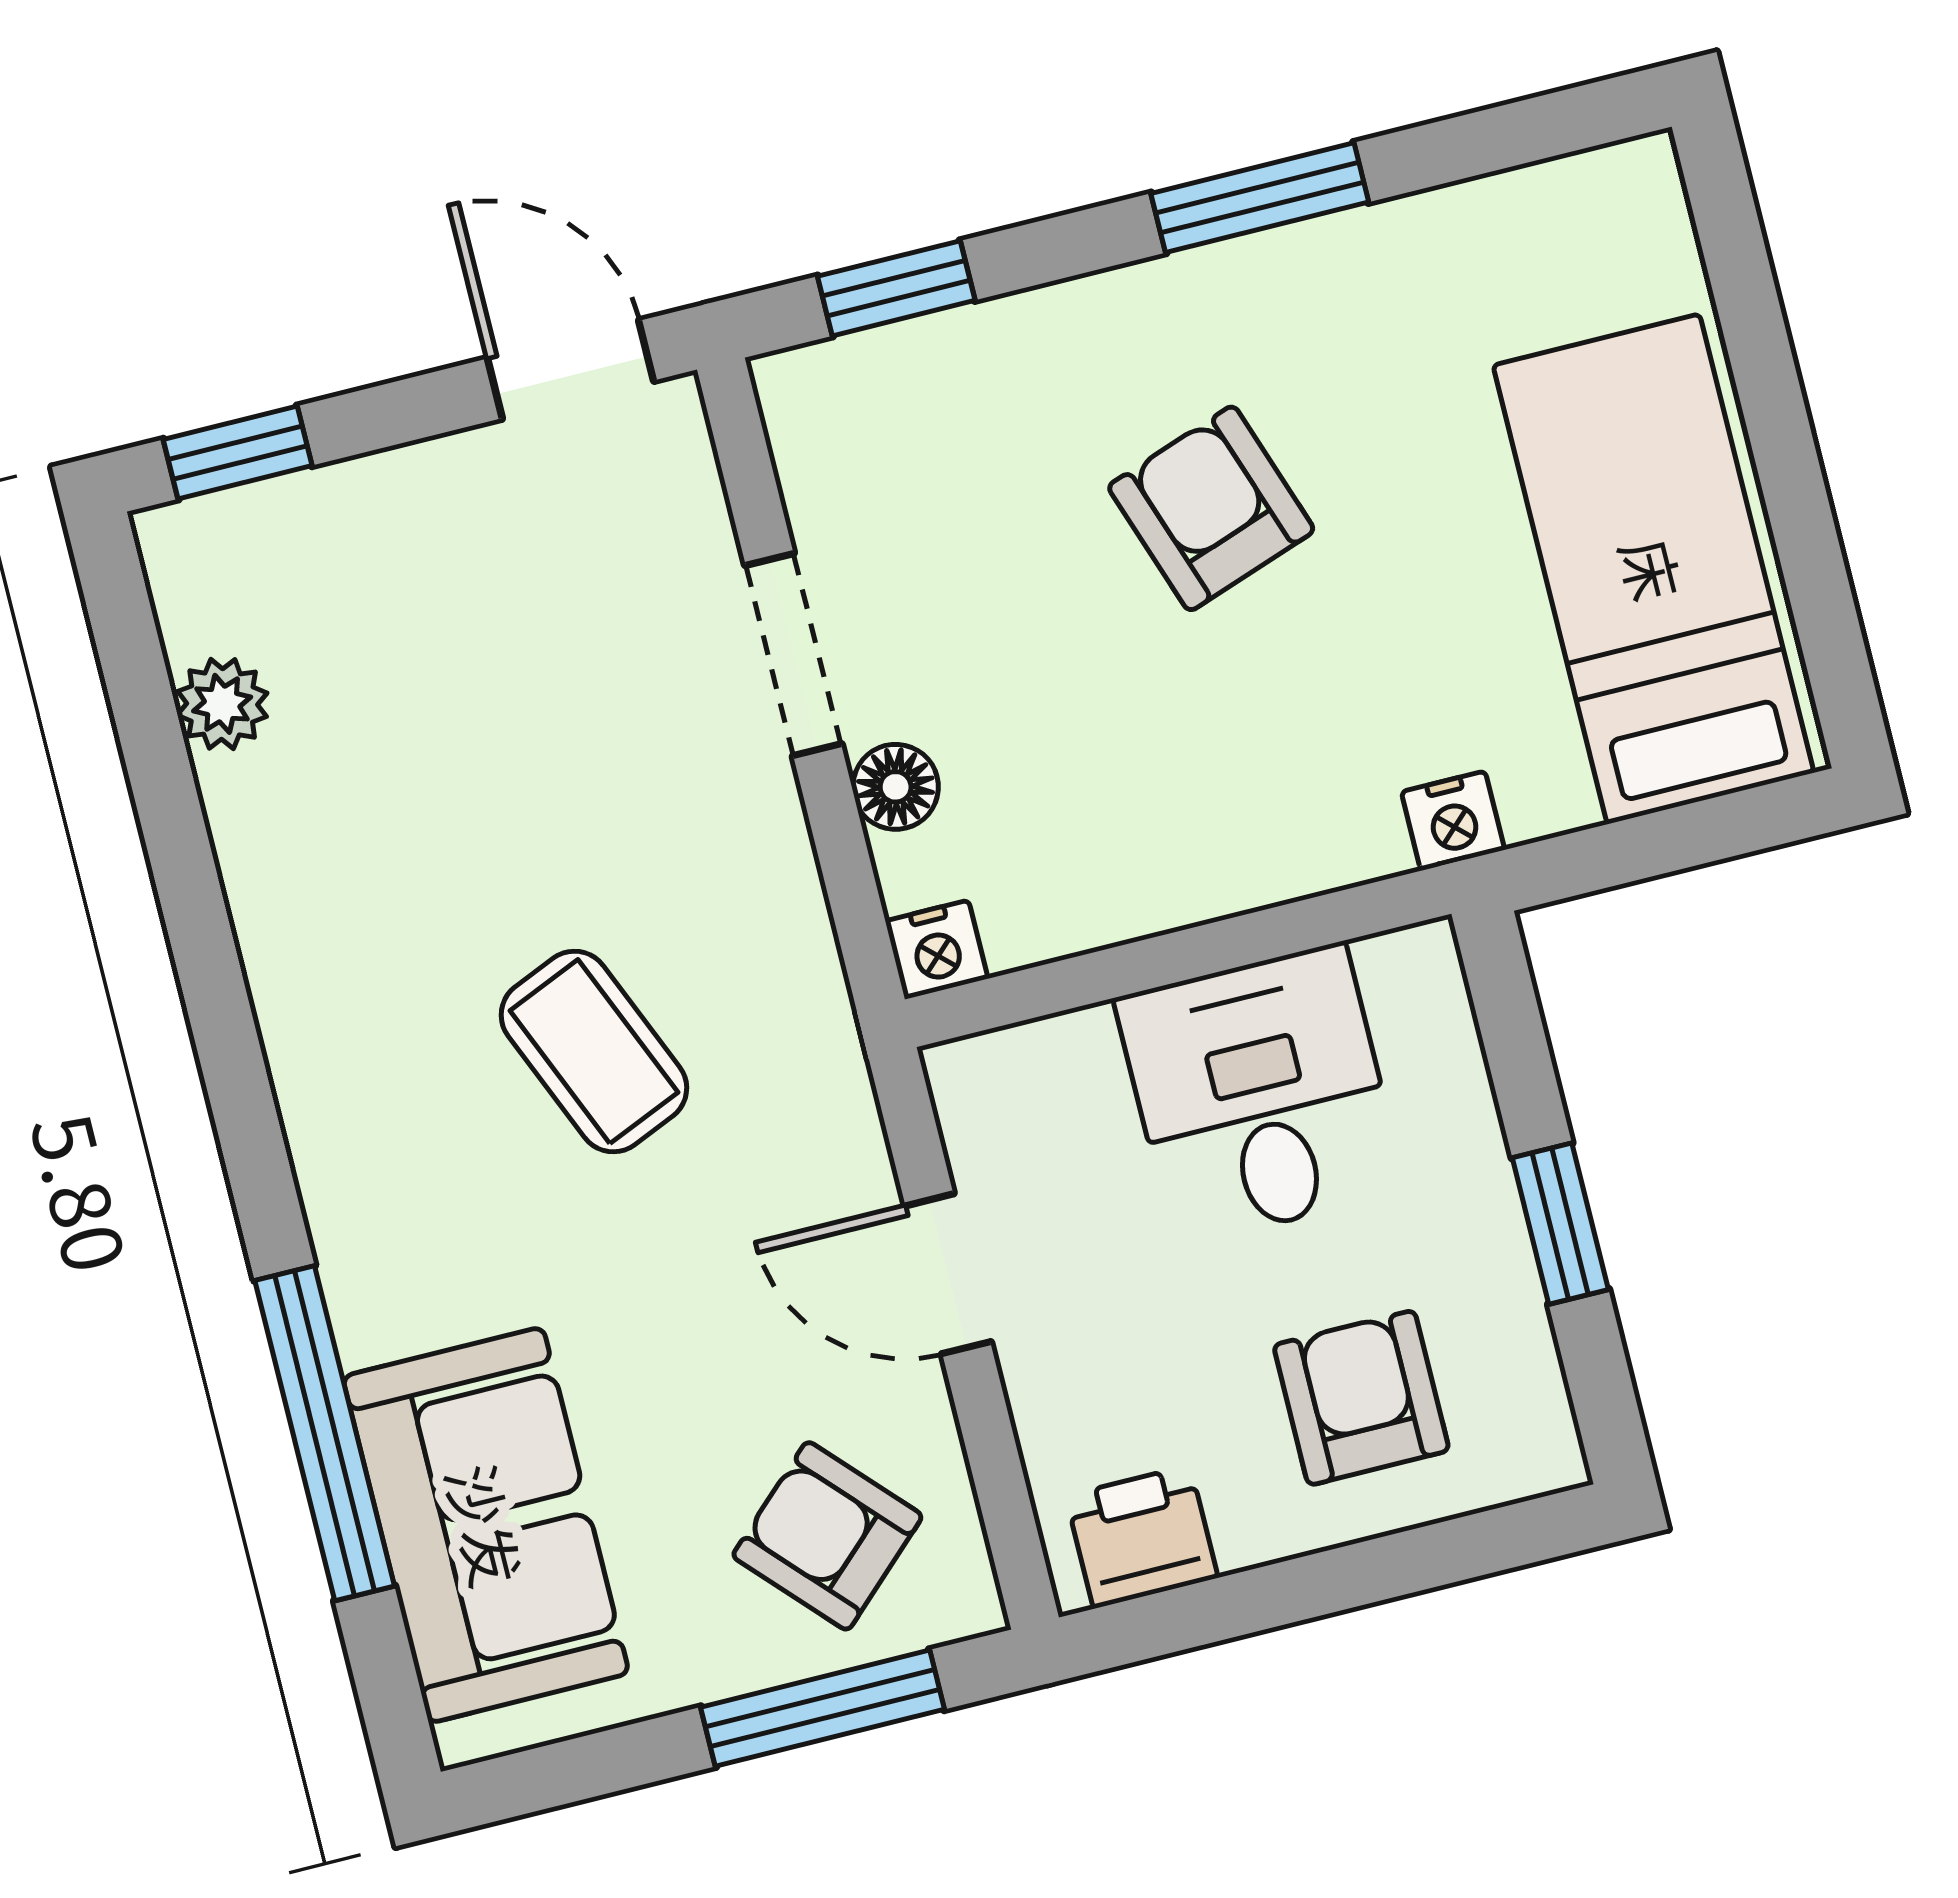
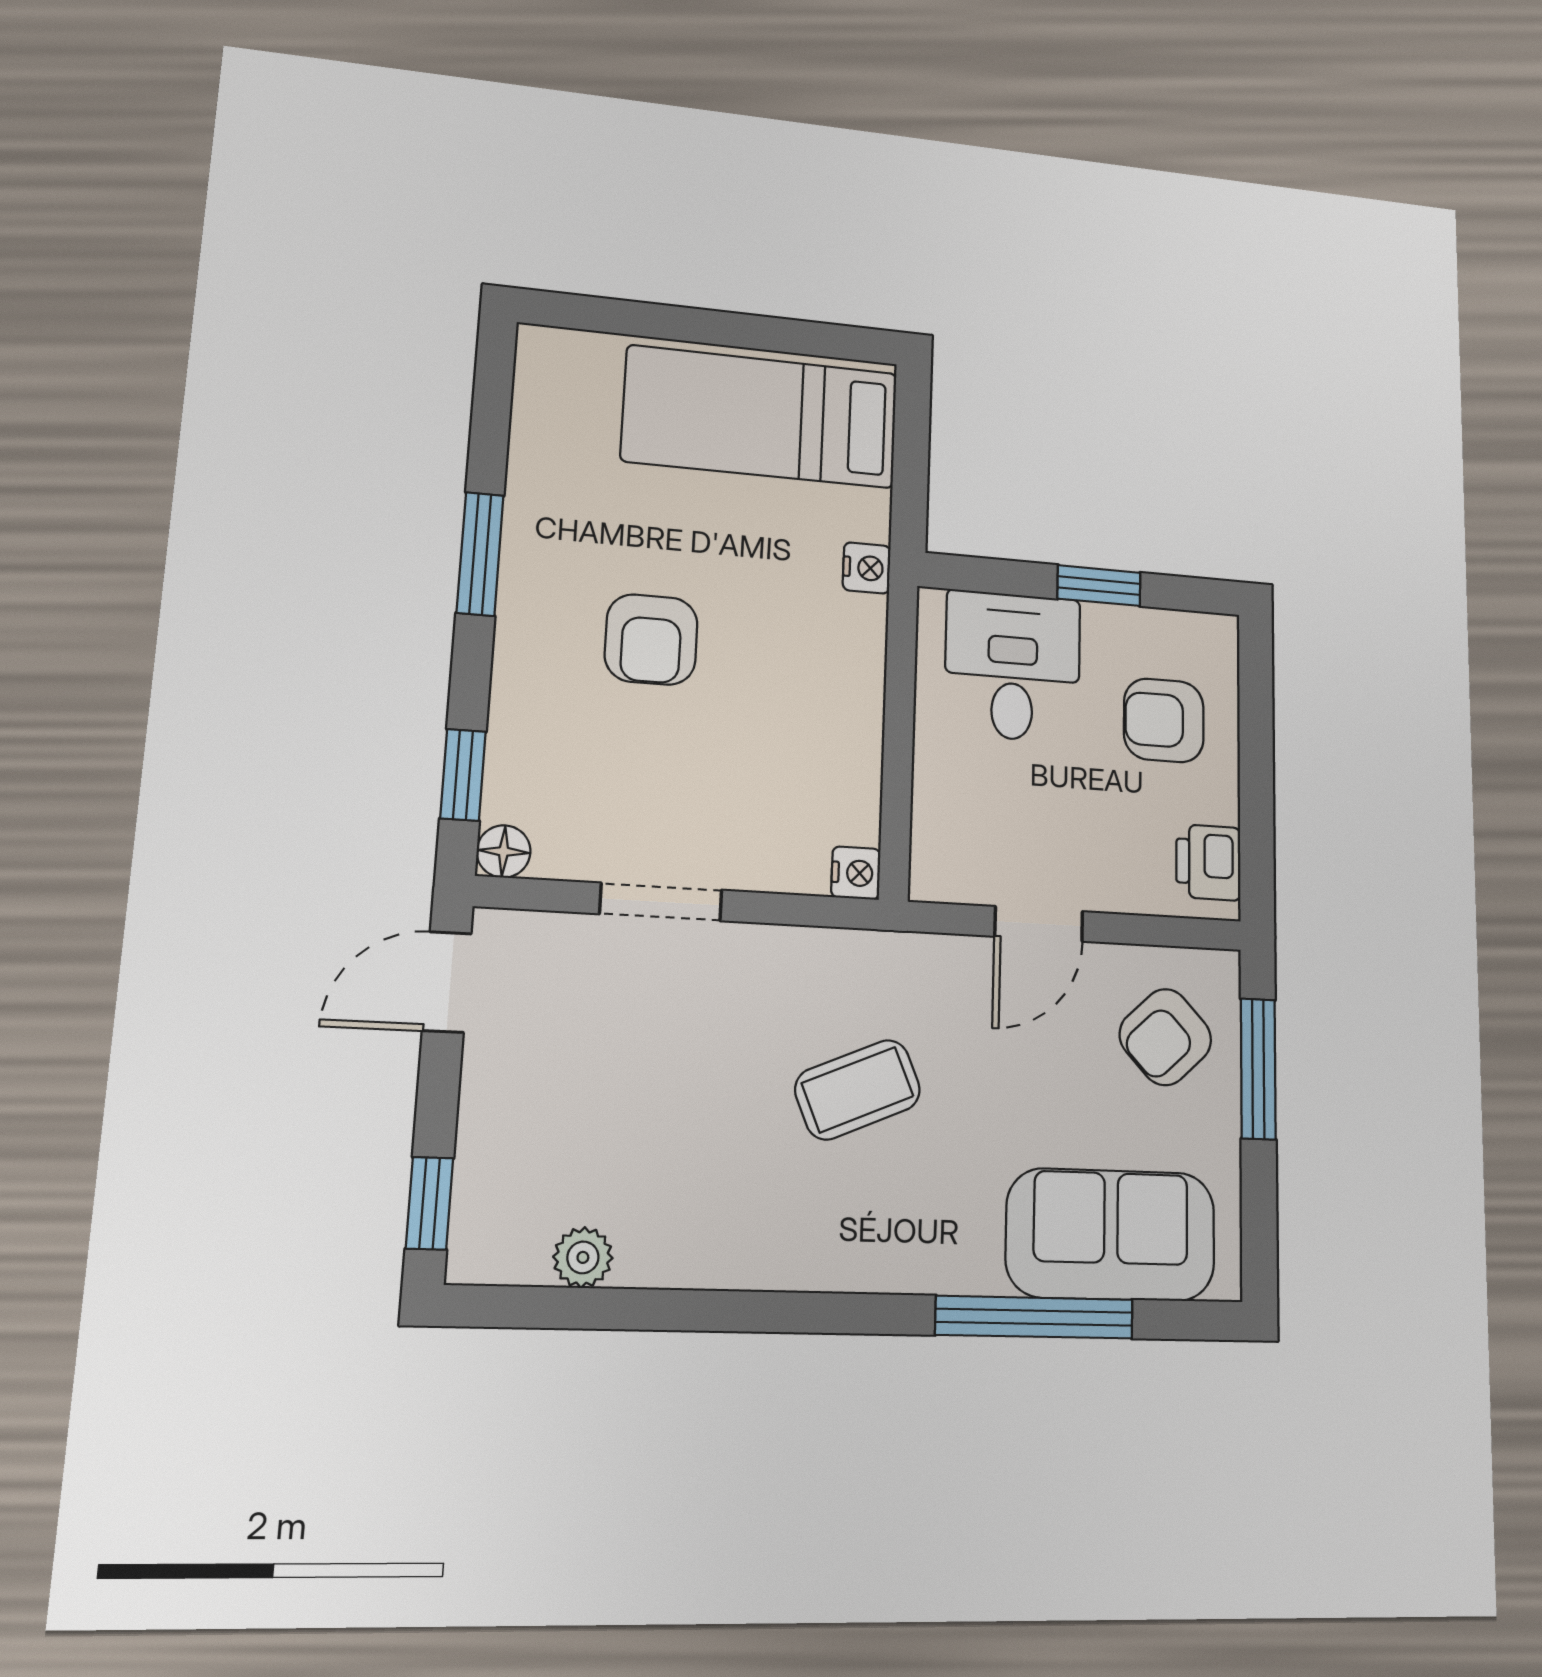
armchair: (1211, 508) -> (651, 639), turned -71
floor lamp: (896, 787) -> (504, 851), moved
desk: (1260, 1095) -> (1013, 666), moved, turned 90

